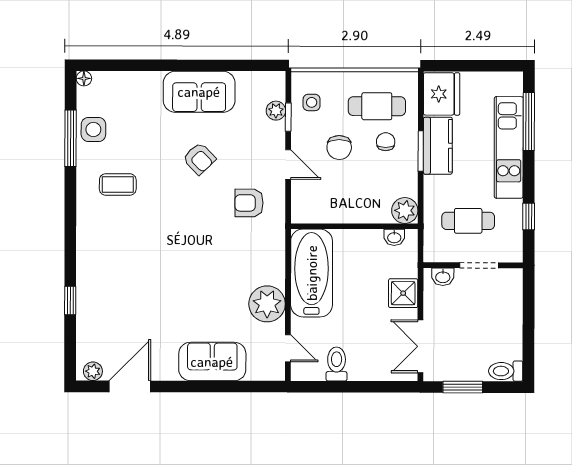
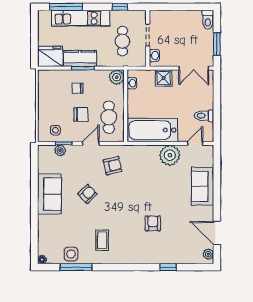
cafe table: (377, 106) -> (109, 117), moved
armchair: (249, 203) -> (113, 166), turned -103
armchair: (147, 274) -> (153, 223), added

